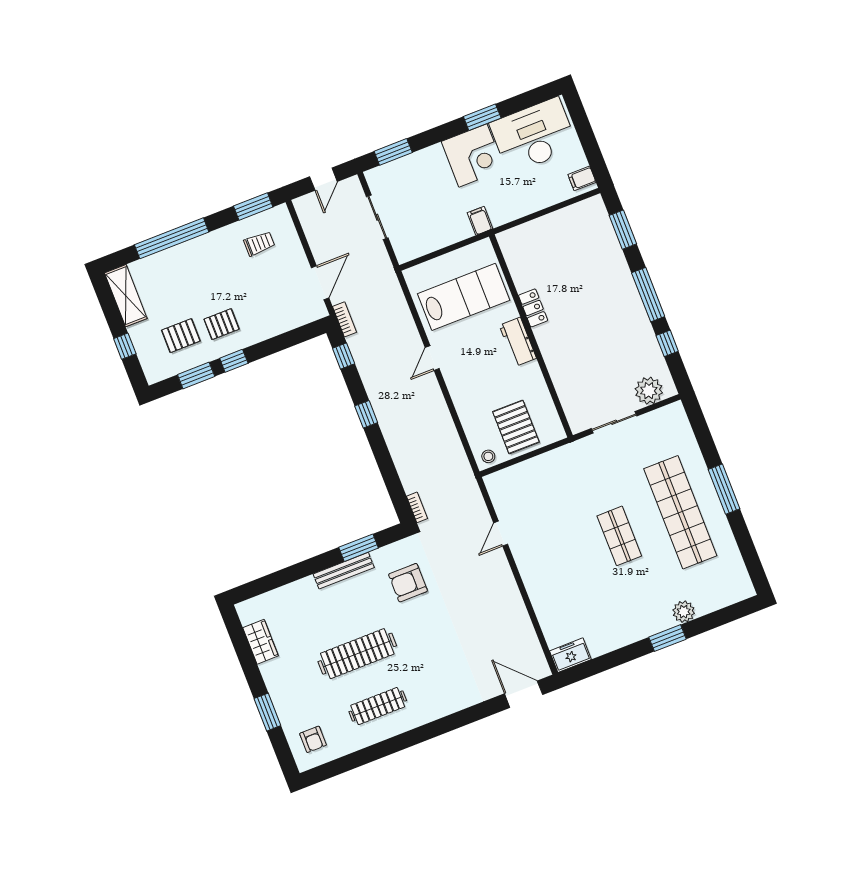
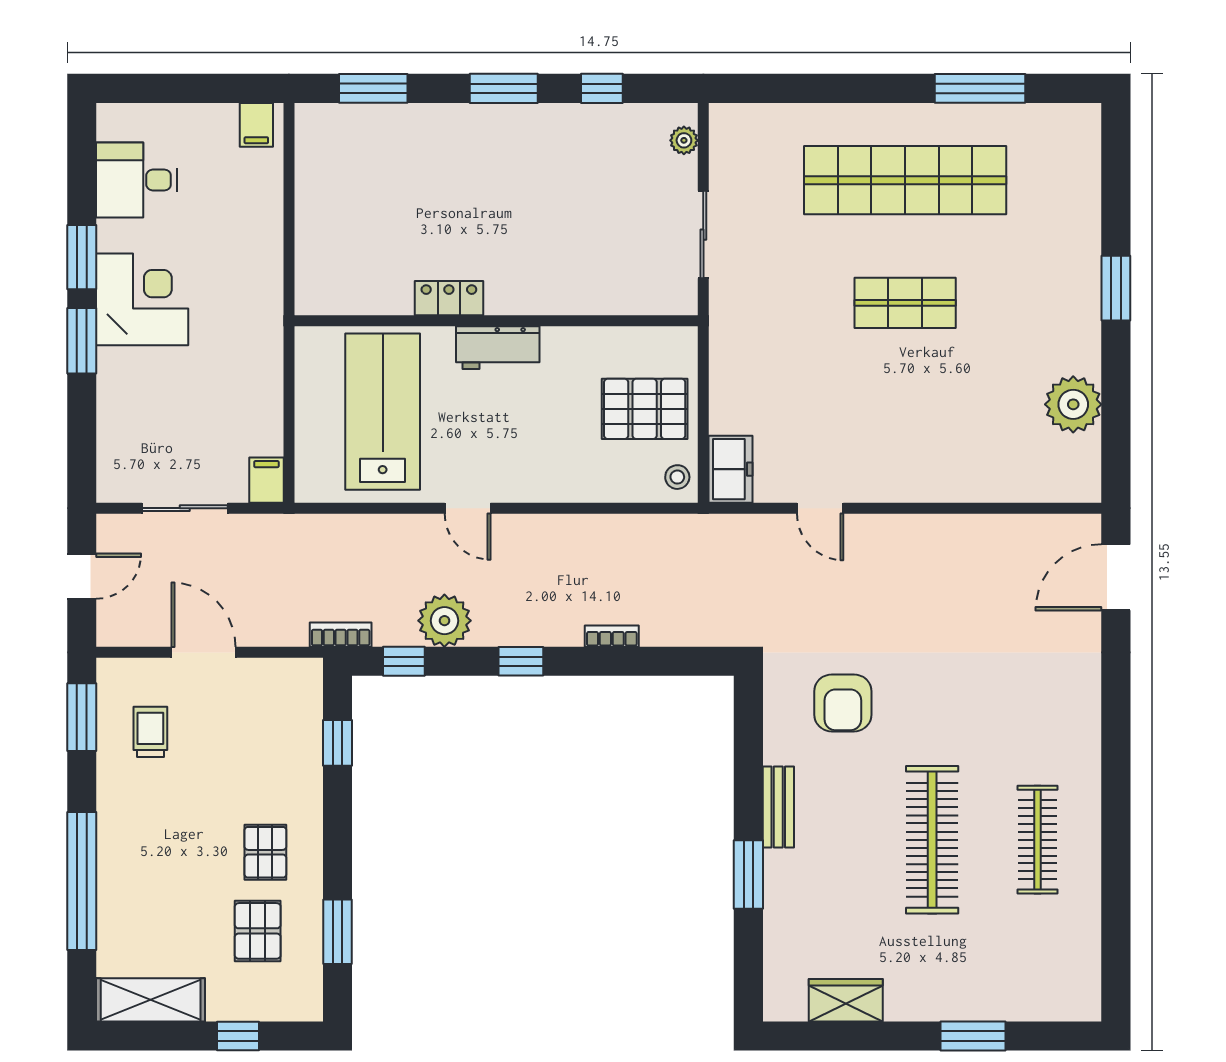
desk: (534, 136) -> (137, 180), width x0.53, depth x0.77
window: (393, 152) -> (82, 341), moved
door: (323, 179) -> (82, 576), hinge flipped
filing cabinet: (480, 221) -> (266, 480), moved, turned 90
door: (320, 283) -> (203, 652), moved
window: (648, 295) -> (504, 88), width x0.69
window: (234, 361) -> (338, 743), moved
plant: (372, 368) -> (444, 621), added
plant: (649, 391) -> (684, 140), width x0.53, depth x0.53
window: (724, 489) -> (980, 88), moved
bookcase: (417, 507) -> (612, 636), moved
window: (359, 548) -> (748, 874), moved
bench: (344, 571) -> (778, 807), width x0.73
plant: (684, 612) -> (1073, 404), moved, width x1.36, depth x1.36
freezer: (570, 655) -> (731, 469), moved, turned 180
armchair: (313, 739) -> (1051, 975), removed

